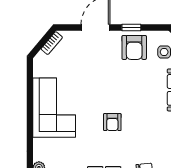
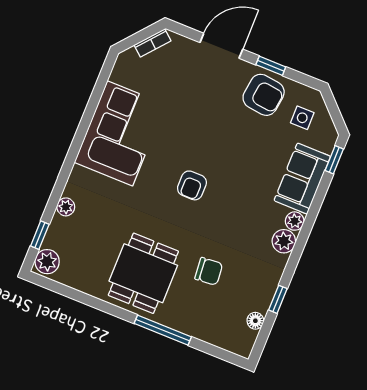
armchair: (134, 47) -> (264, 95), turned -83

